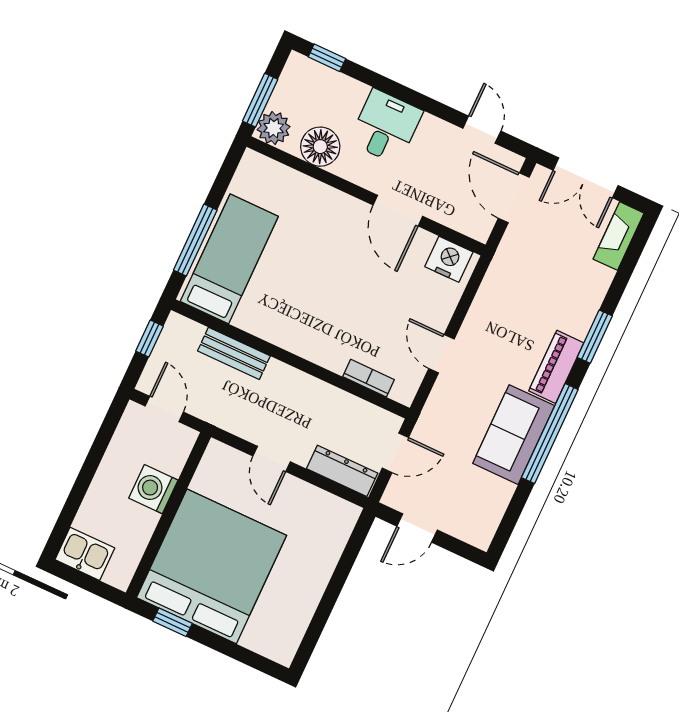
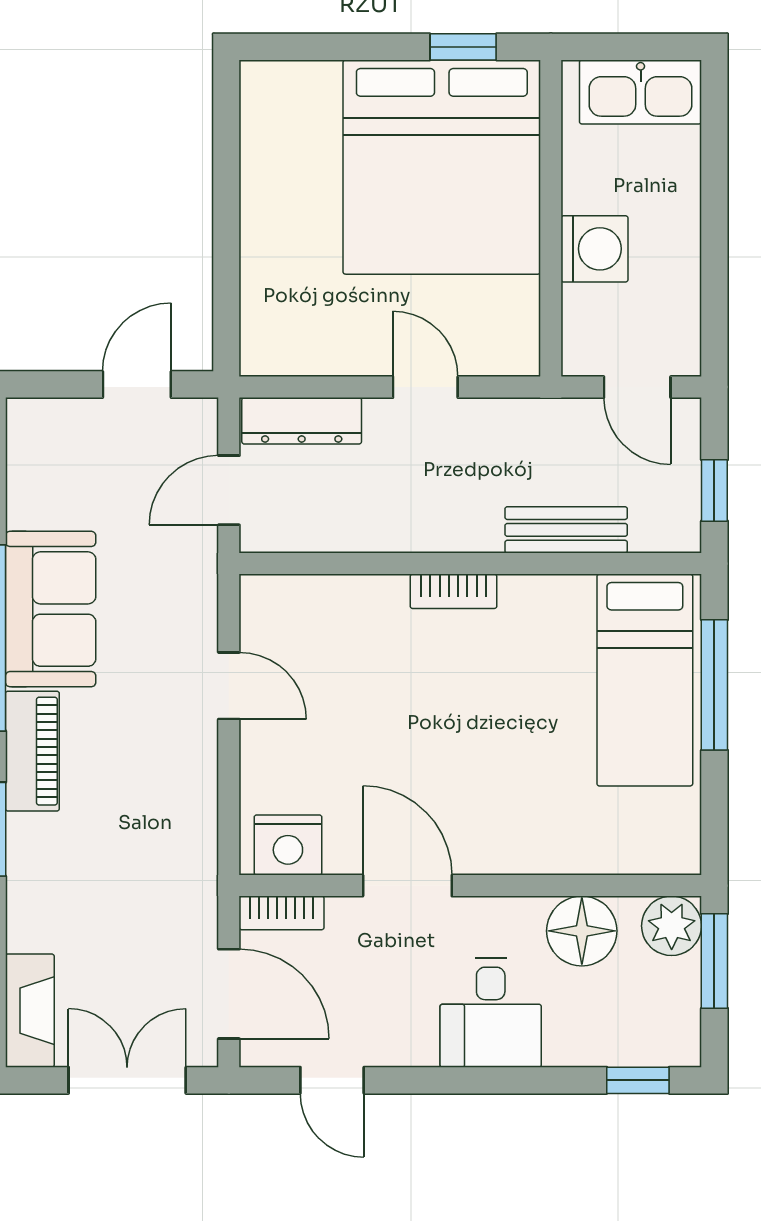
bookcase: (468, 226) -> (282, 913), added
bookcase: (369, 378) -> (453, 591), moved
kitchen sink: (85, 554) -> (641, 92), width x1.38

